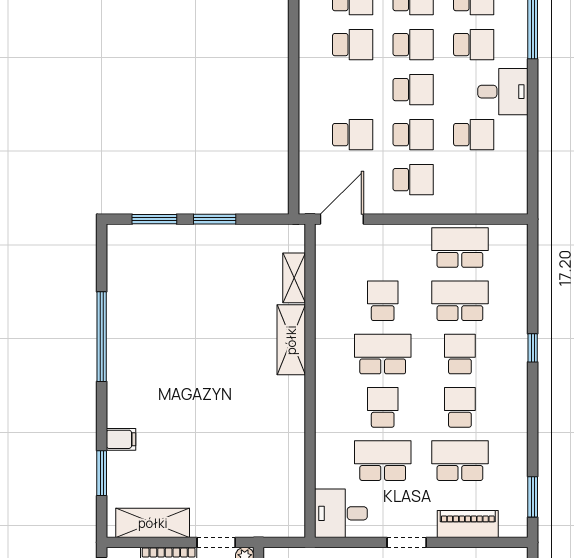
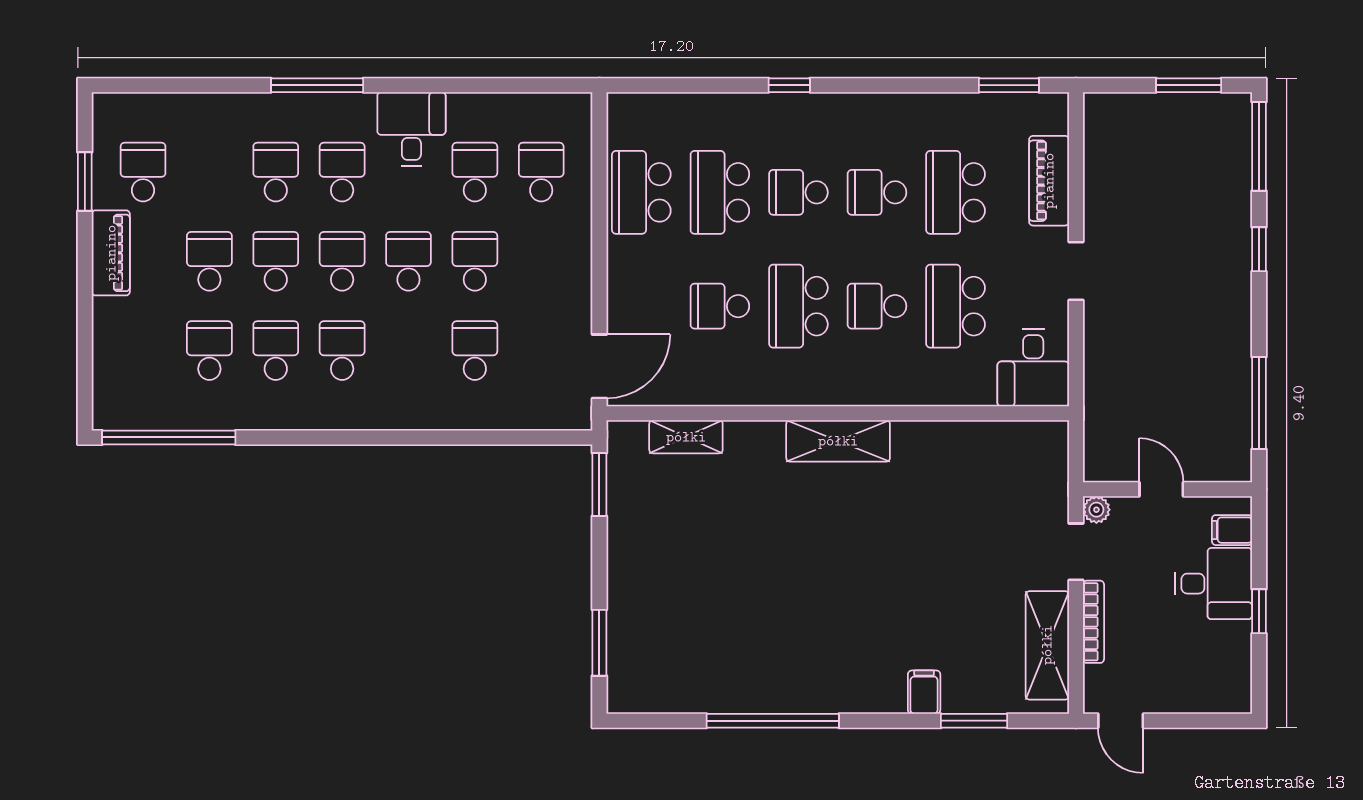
school desk: (413, 180) -> (541, 172), moved
window: (215, 219) -> (599, 484), moved
door: (342, 219) -> (599, 366), swing flipped
shelving: (291, 340) -> (838, 441), moved

